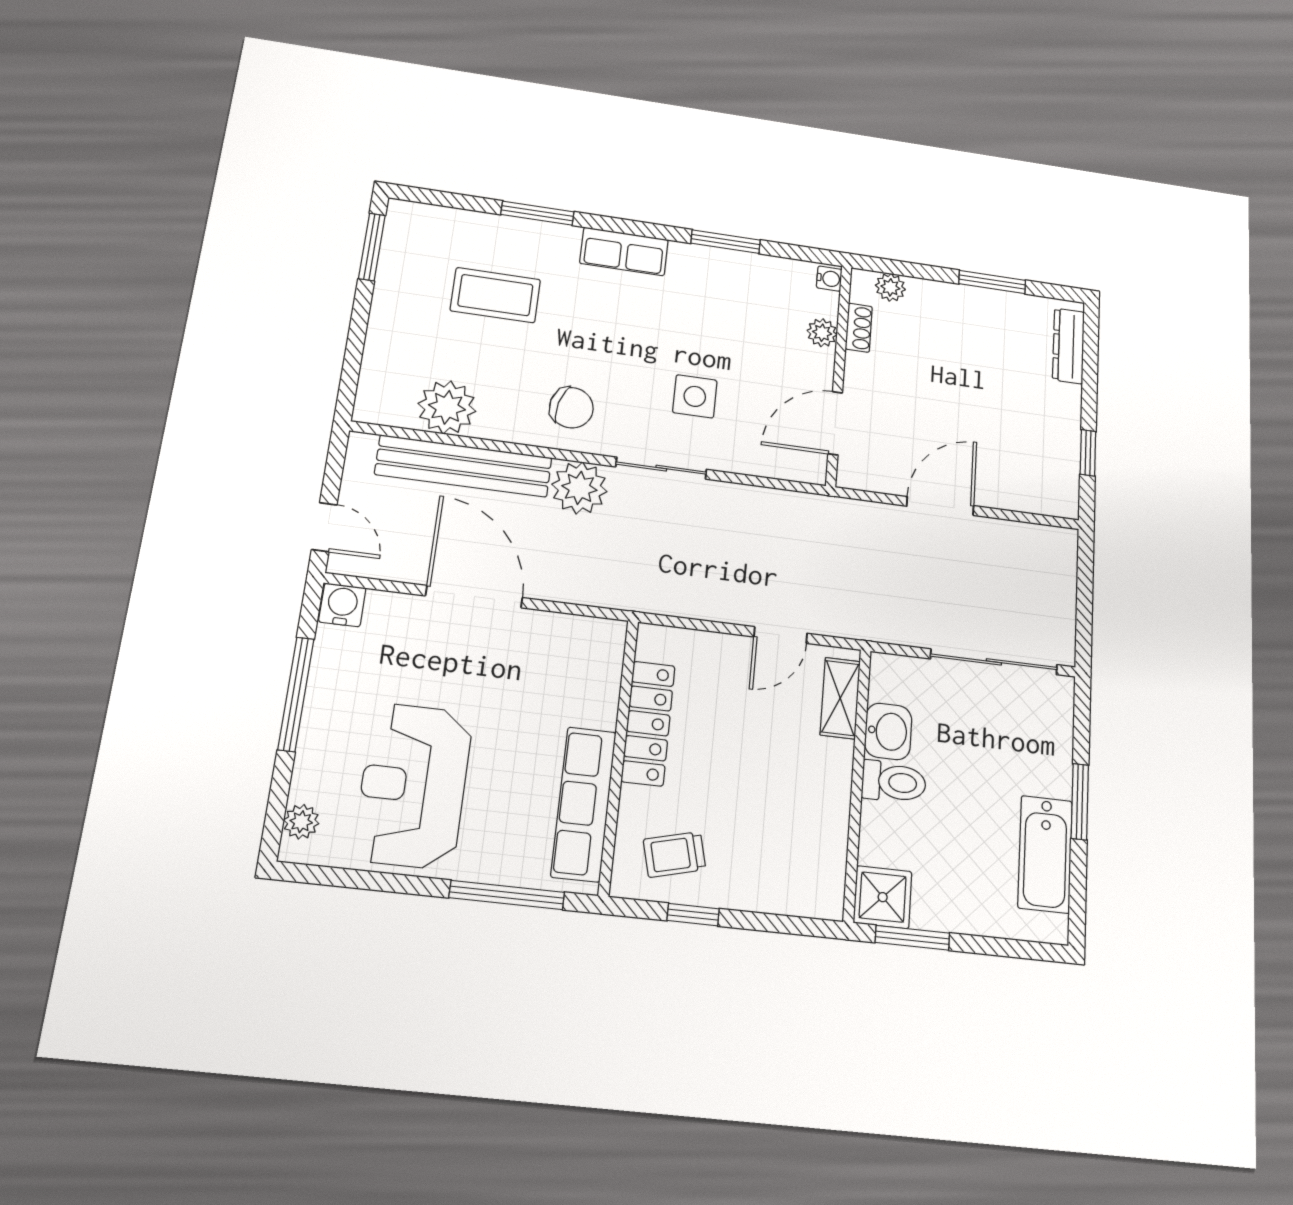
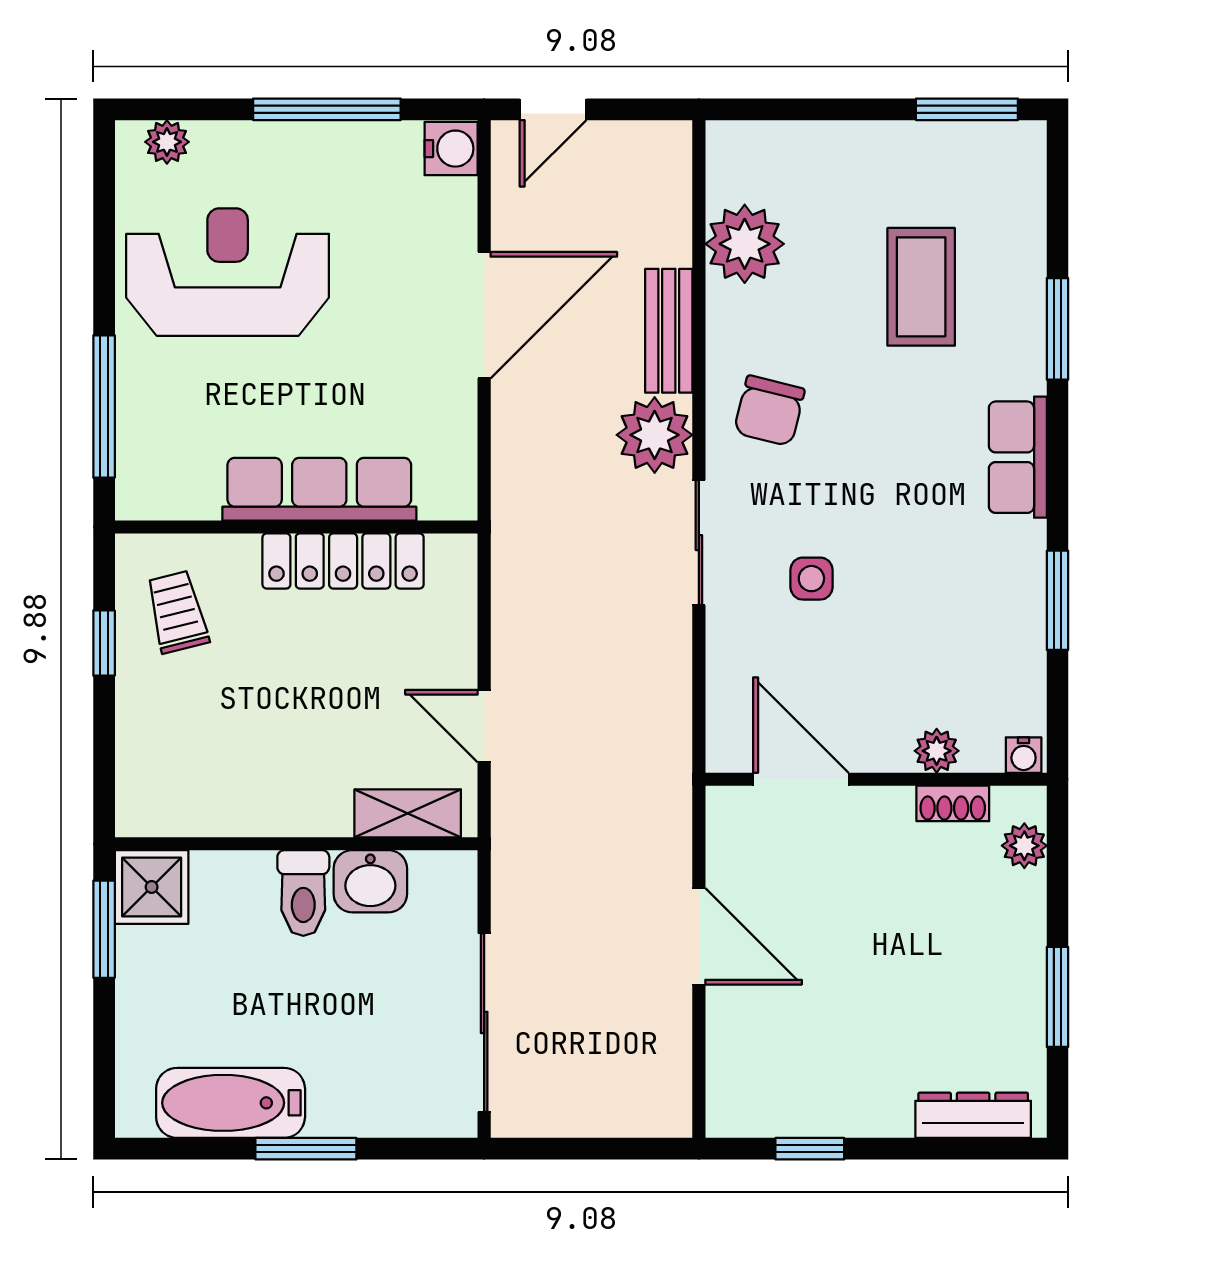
side table: (695, 396) -> (811, 579), width x0.73, depth x0.73
bench: (464, 466) -> (669, 331), width x0.54, depth x0.82
row of seats: (584, 804) -> (319, 489), moved

